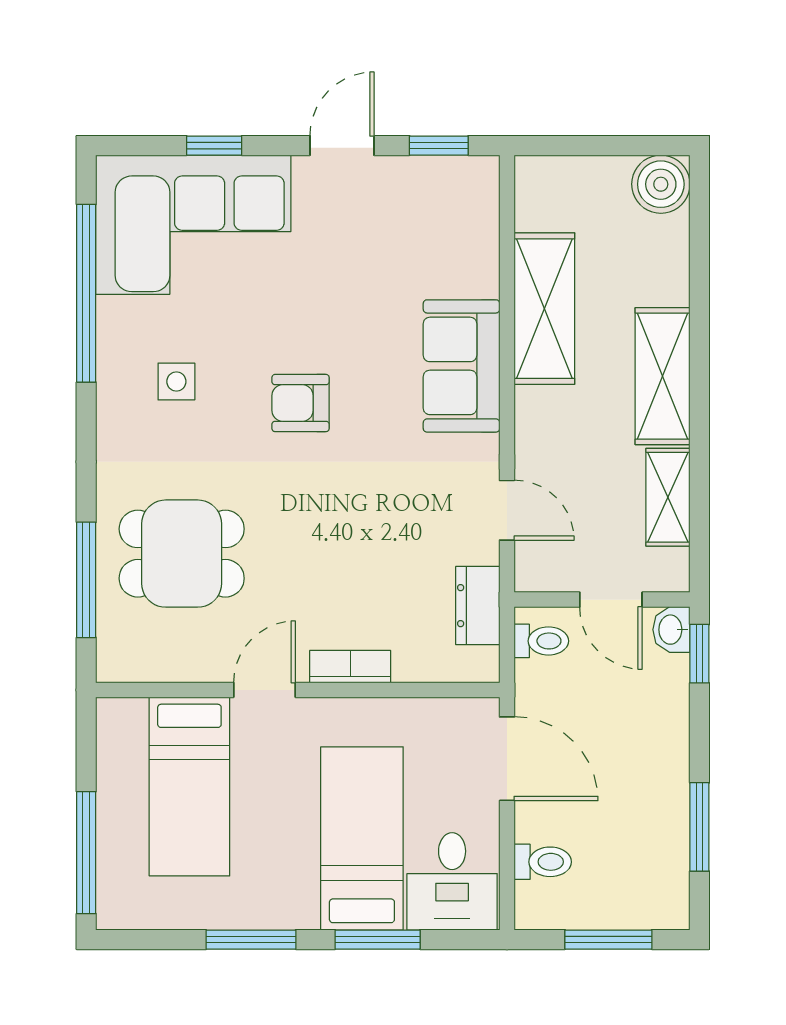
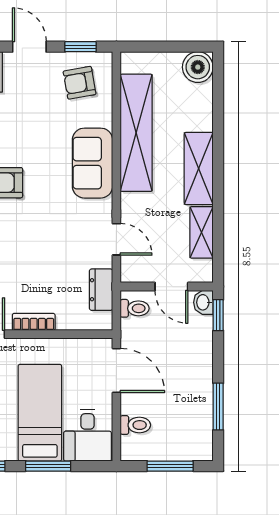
door: (342, 146) -> (29, 47), hinge flipped
armchair: (437, 214) -> (80, 83), added
shelving: (544, 309) -> (136, 133), width x1.47

